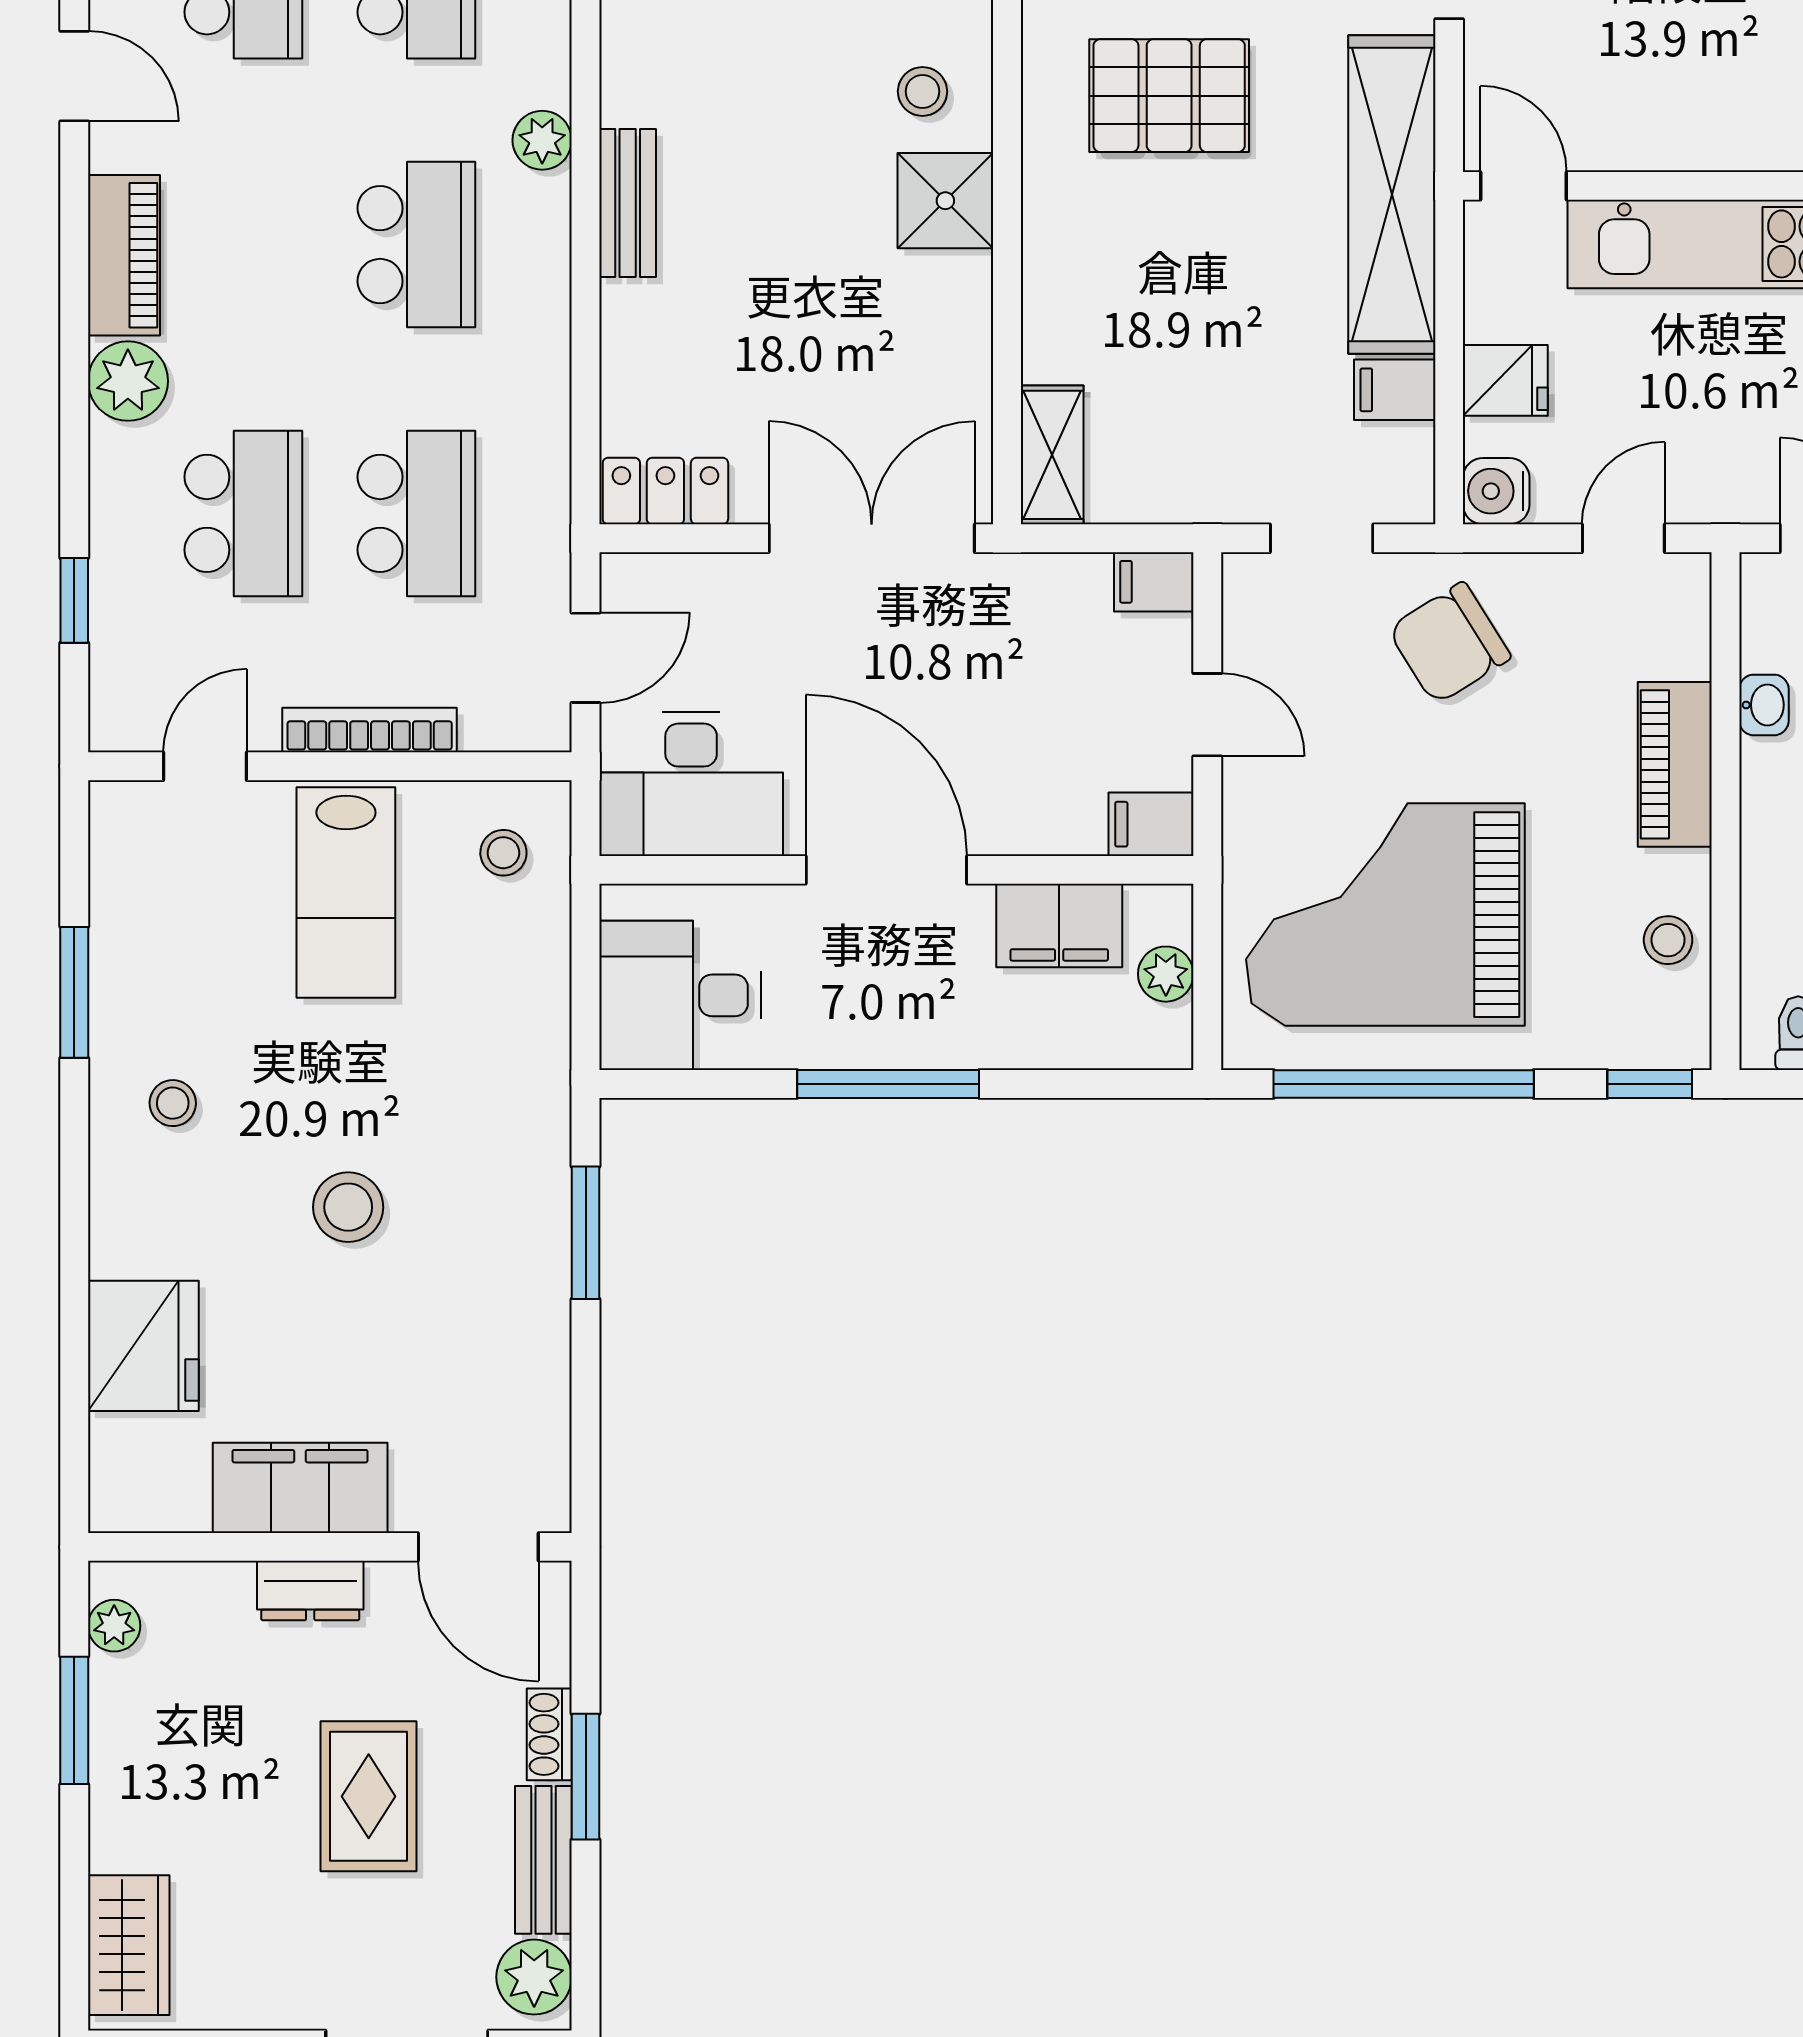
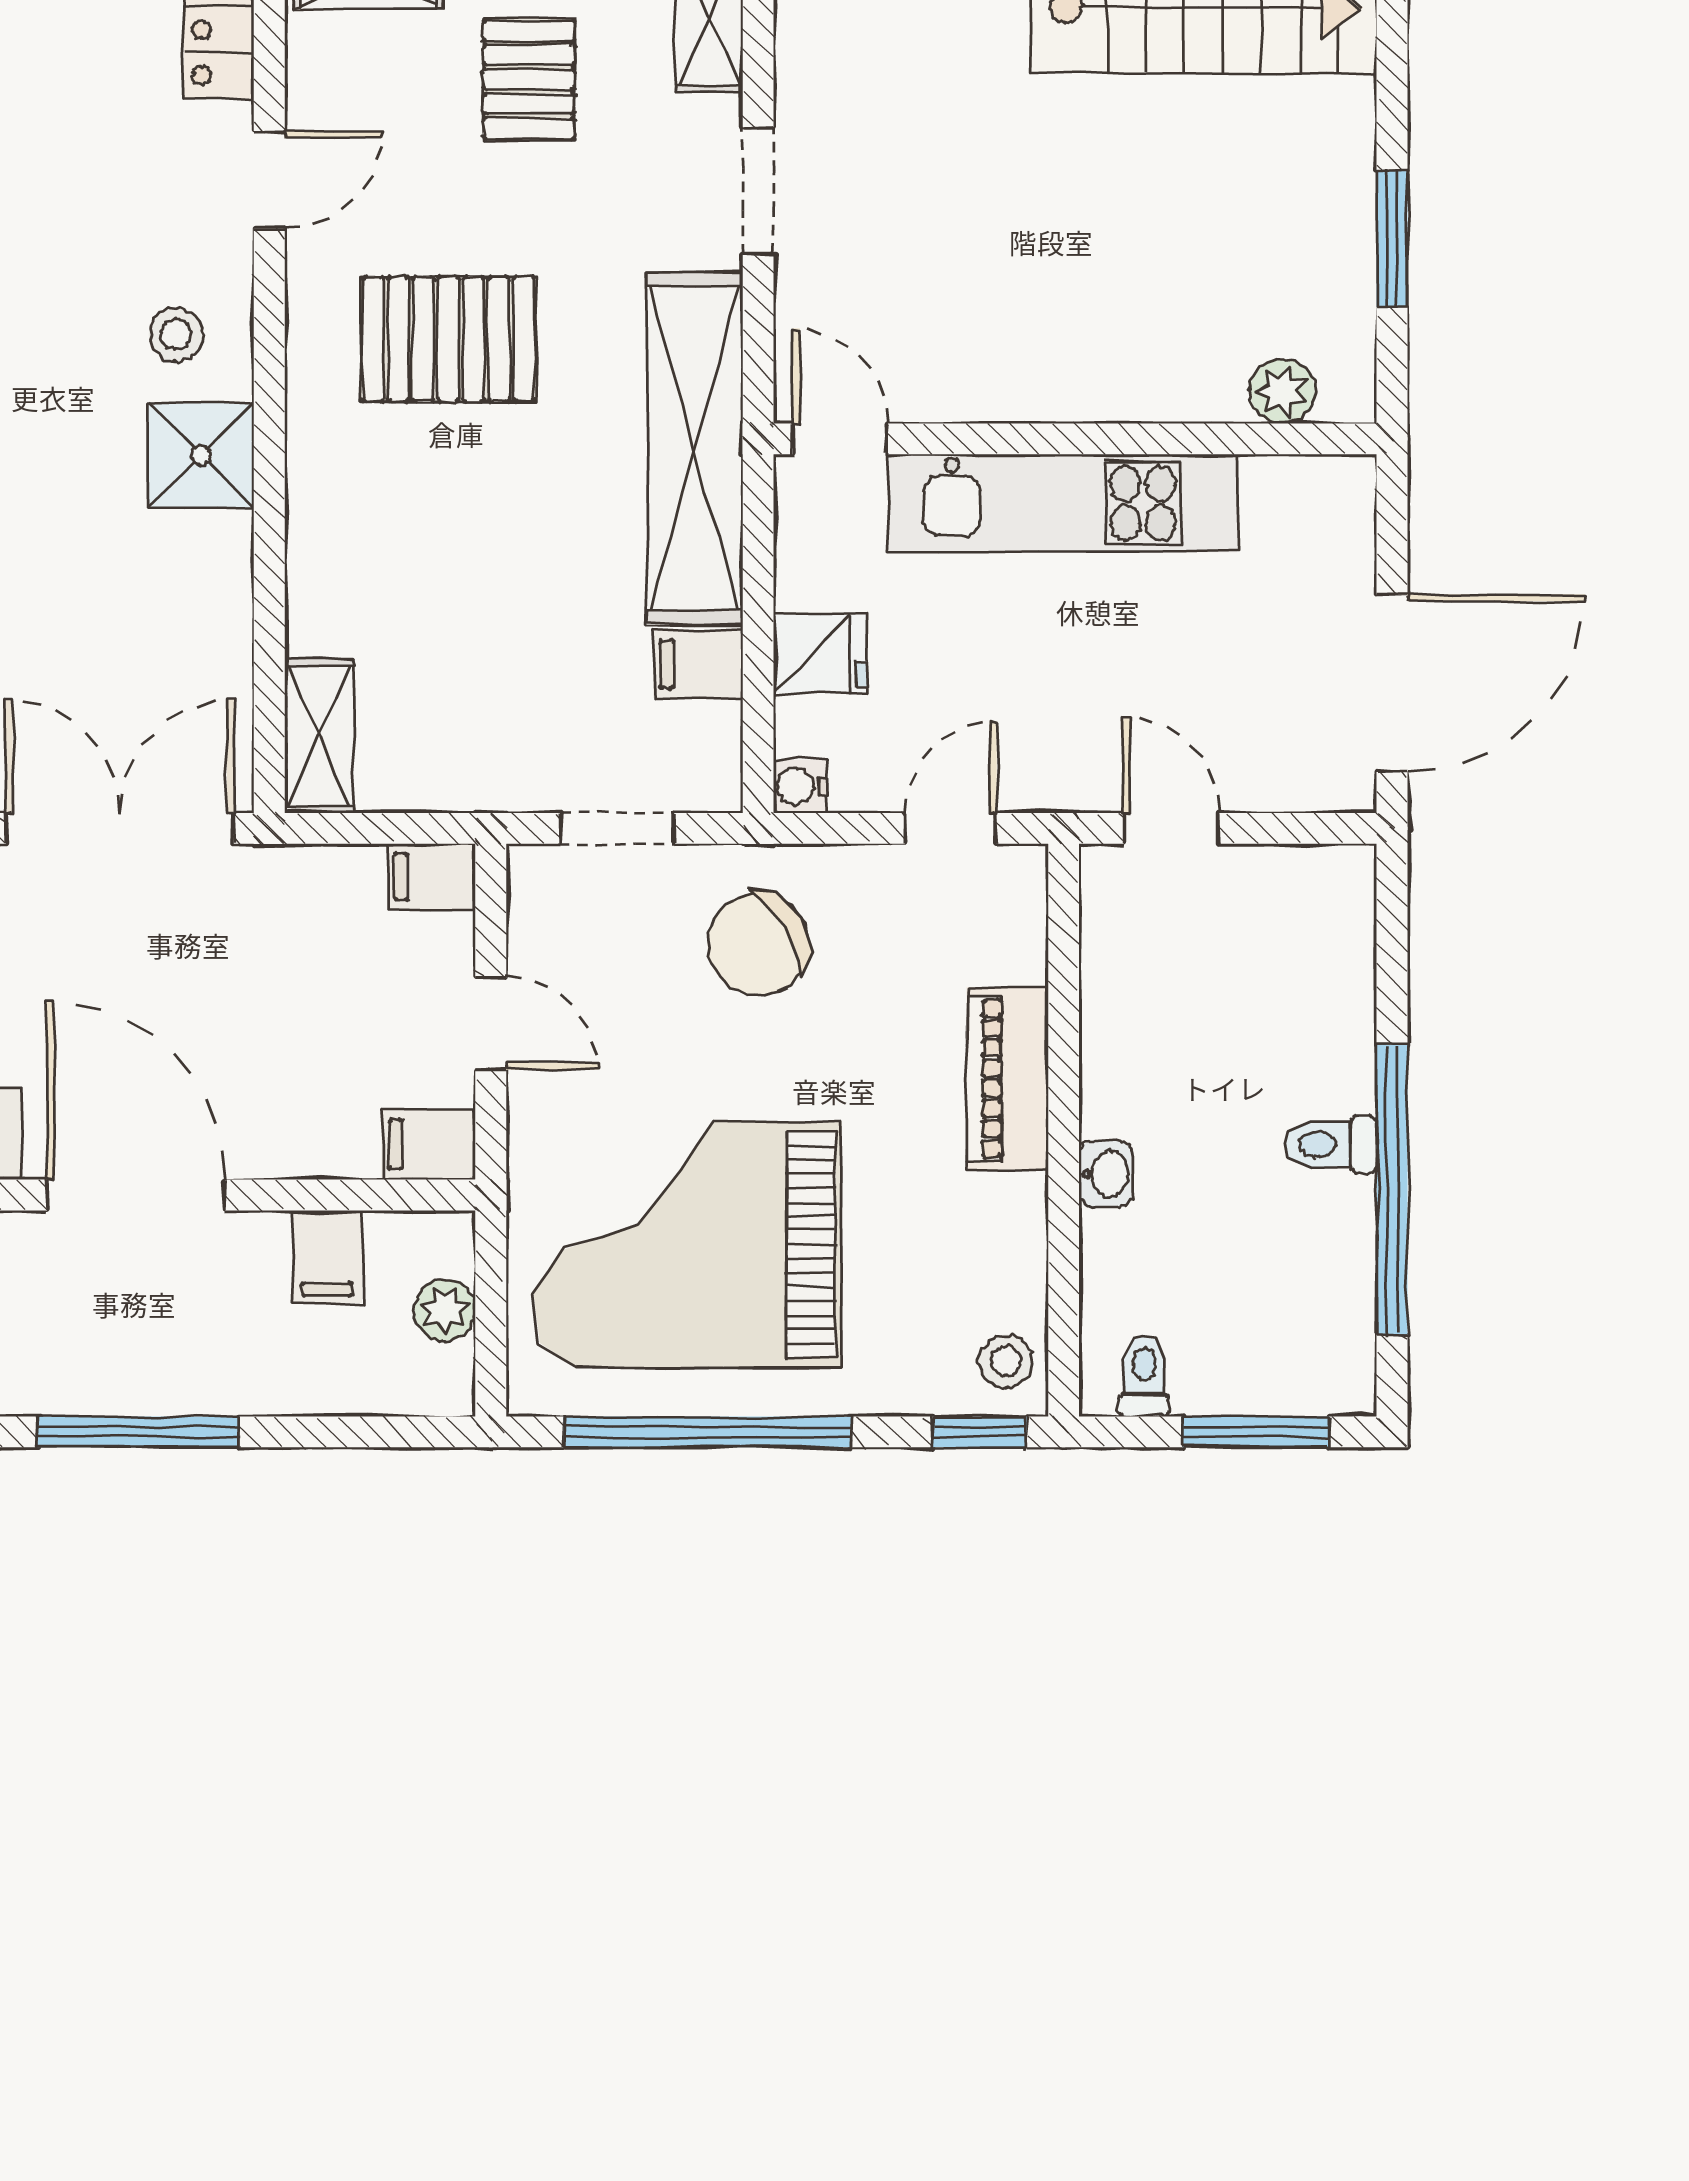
water cooler: (1496, 491) -> (800, 787), width x0.72, depth x0.72
washbasin: (1764, 705) -> (1106, 1174), moved
filing cabinet: (1059, 926) -> (327, 1257), width x0.50
stool: (1668, 940) -> (1006, 1361), moved

